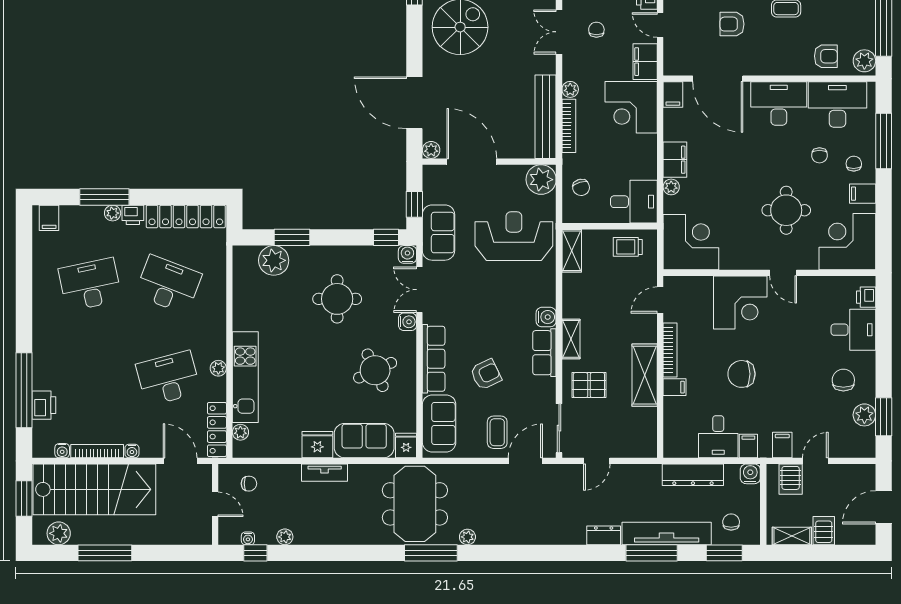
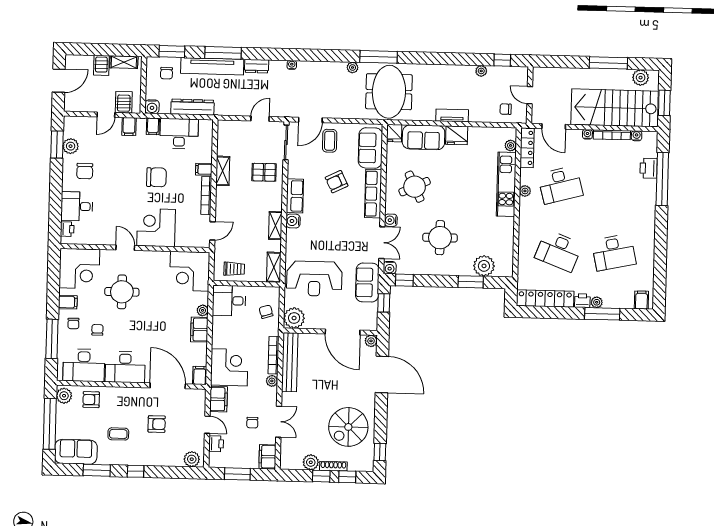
shelving: (571, 339) -> (275, 226), moved
shelving: (645, 375) -> (223, 171), width x0.67, depth x0.75
desk: (718, 437) -> (179, 134), width x1.37
water cooler: (248, 538) -> (292, 65), moved

